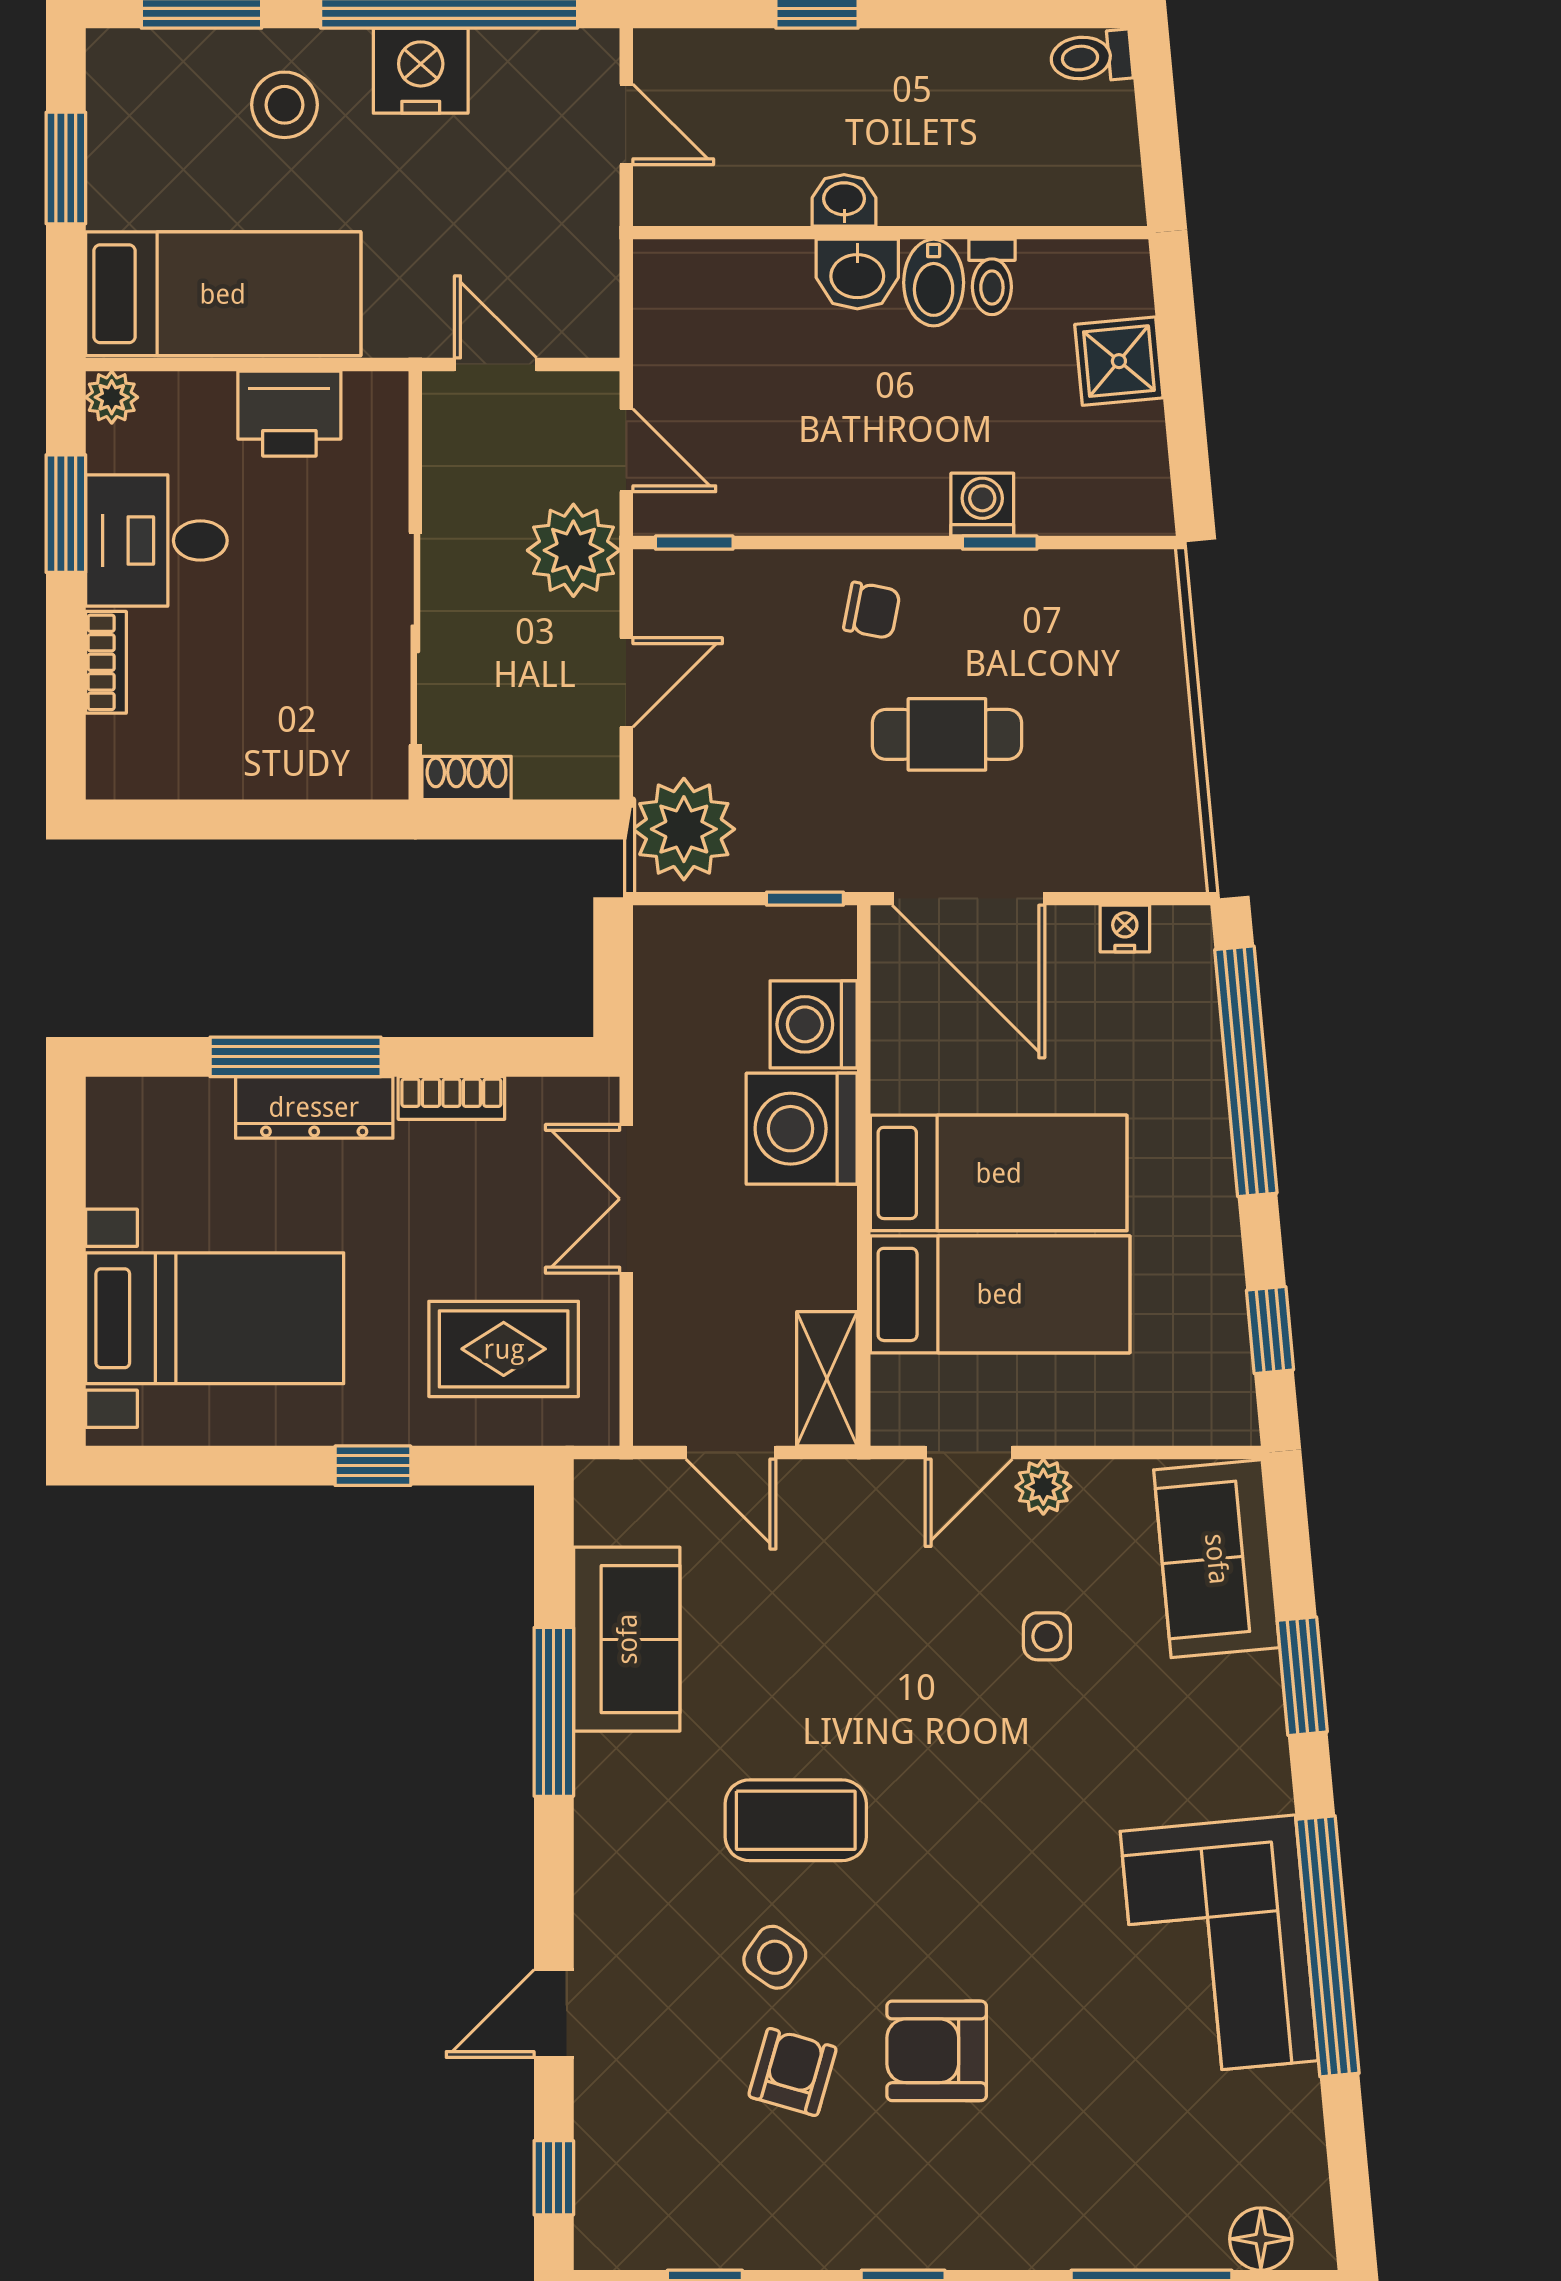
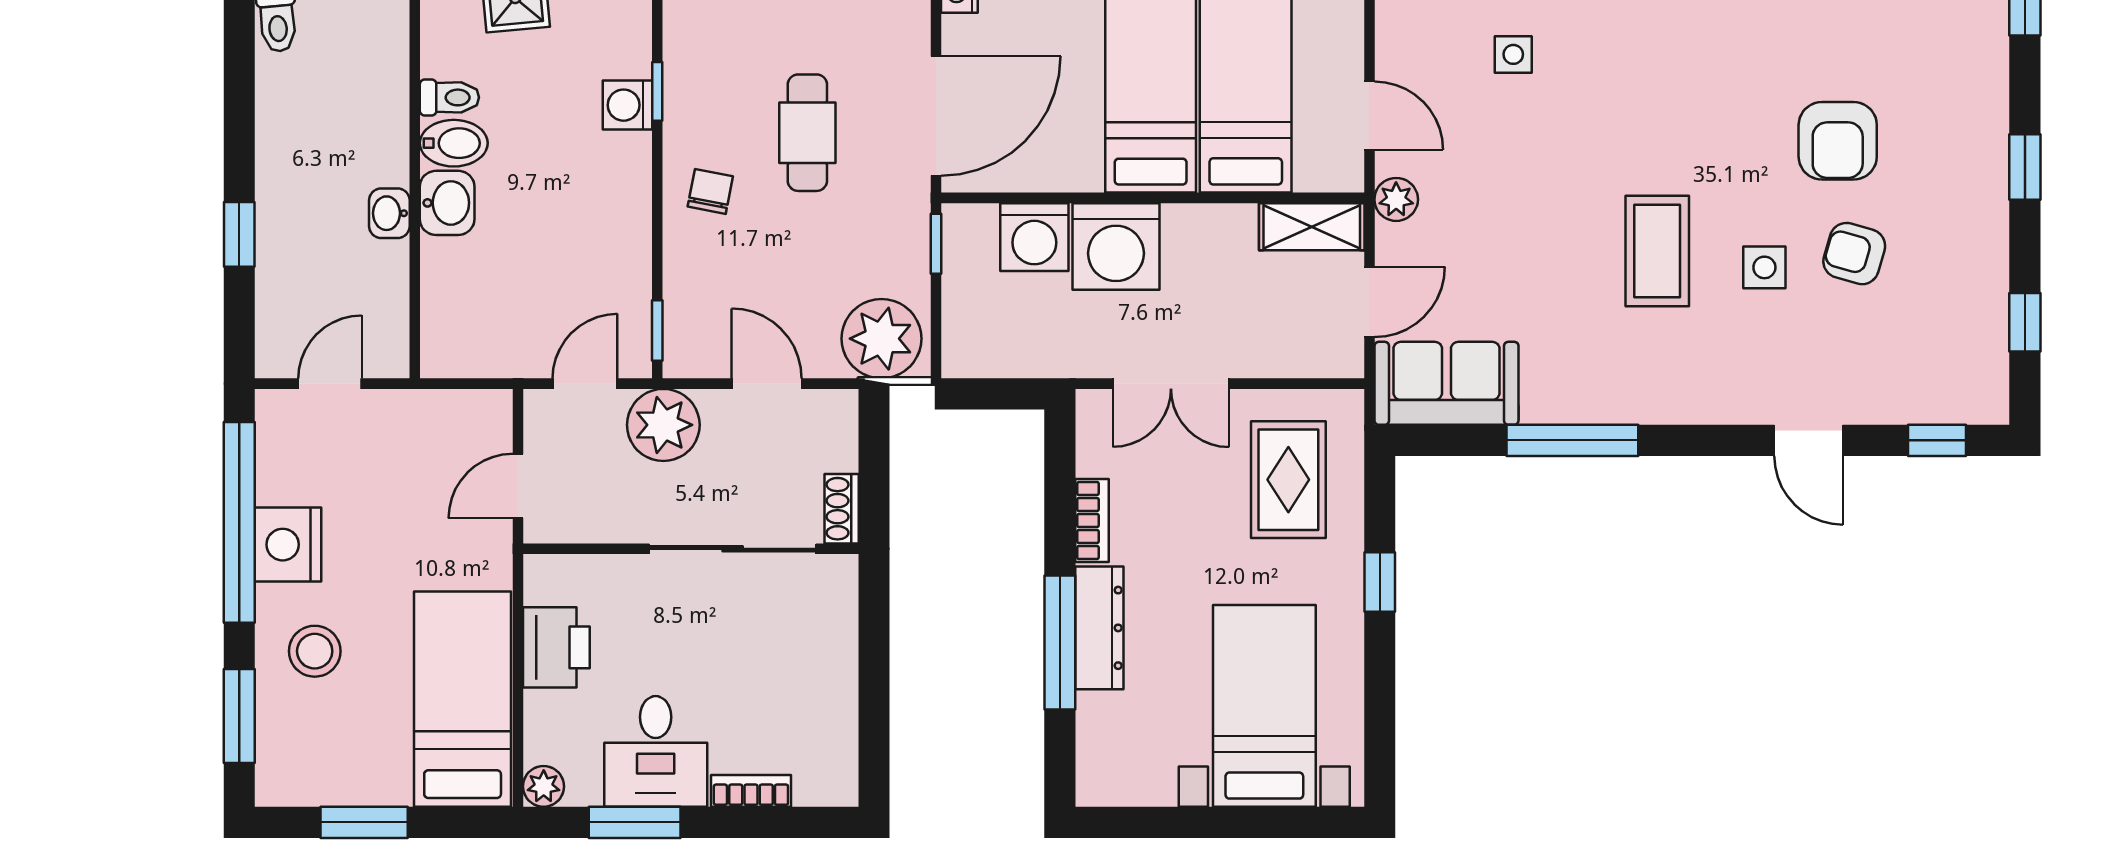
plant: (1043, 1487) -> (1396, 199), moved
sofa: (627, 1639) -> (1447, 383), moved
side table: (775, 1957) -> (1764, 267), turned -35

